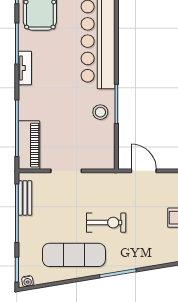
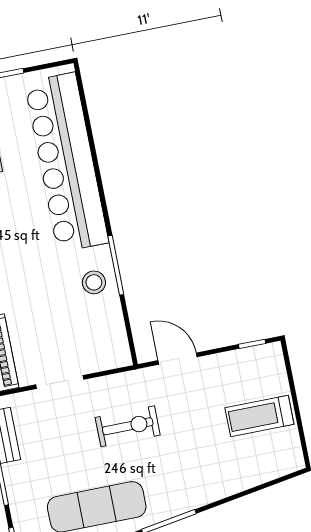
exercise bike: (106, 223) -> (128, 426), moved

